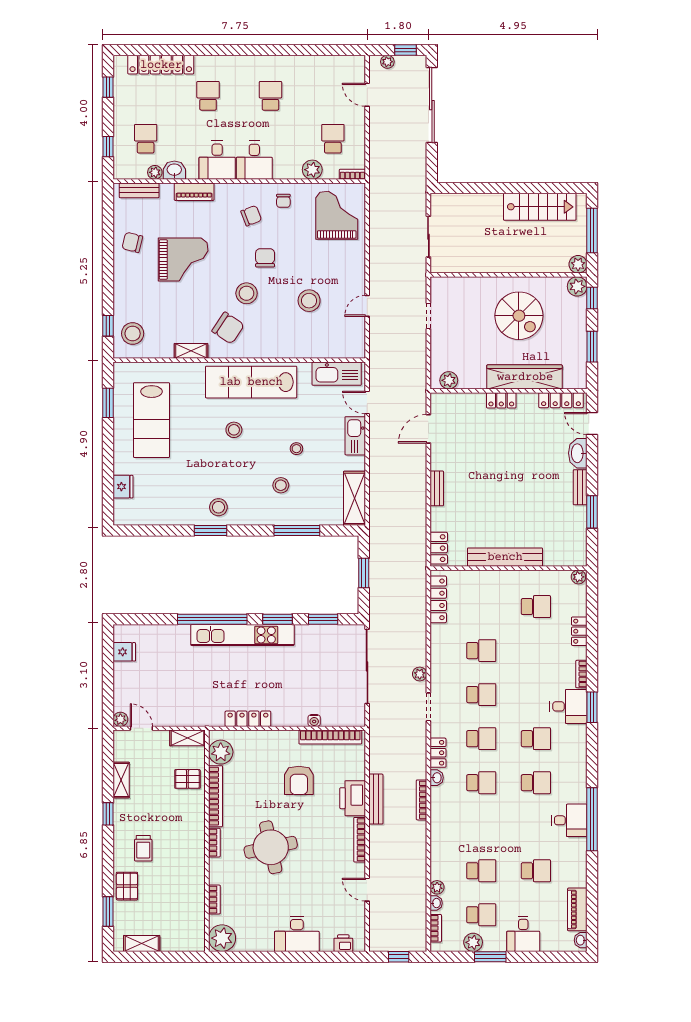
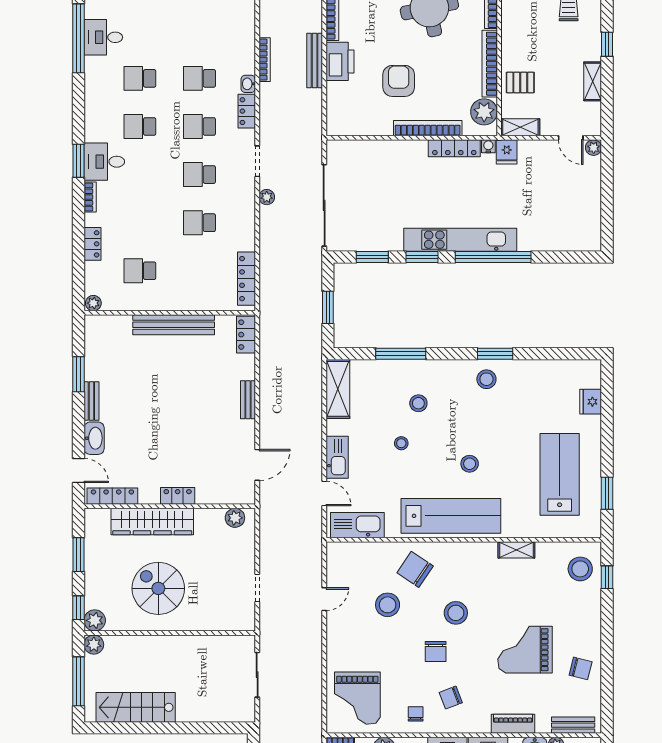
chair: (228, 328) -> (415, 569), moved
fridge: (124, 652) -> (507, 152), moved, turned -90
water cooler: (314, 721) -> (488, 146), moved
bookcase: (330, 737) -> (428, 128), moved

